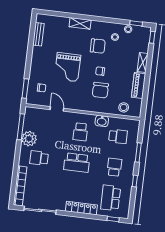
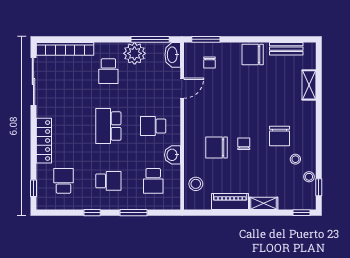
shelving: (80, 23) -> (309, 85), moved
chair: (40, 58) -> (253, 54), added
grand piano: (67, 67) -> (244, 96), removed
washbasin: (33, 113) -> (173, 55), added
school desk: (39, 158) -> (108, 71), turned 180
school desk: (111, 198) -> (63, 181), width x0.54

